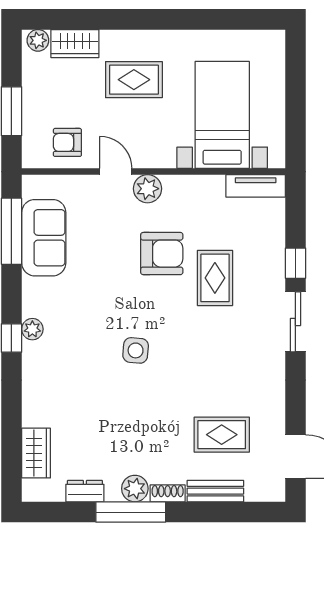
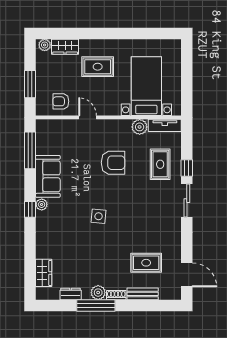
plant: (147, 189) -> (140, 127), moved
sofa: (44, 238) -> (48, 176), moved
rug: (215, 278) -> (160, 164), moved

